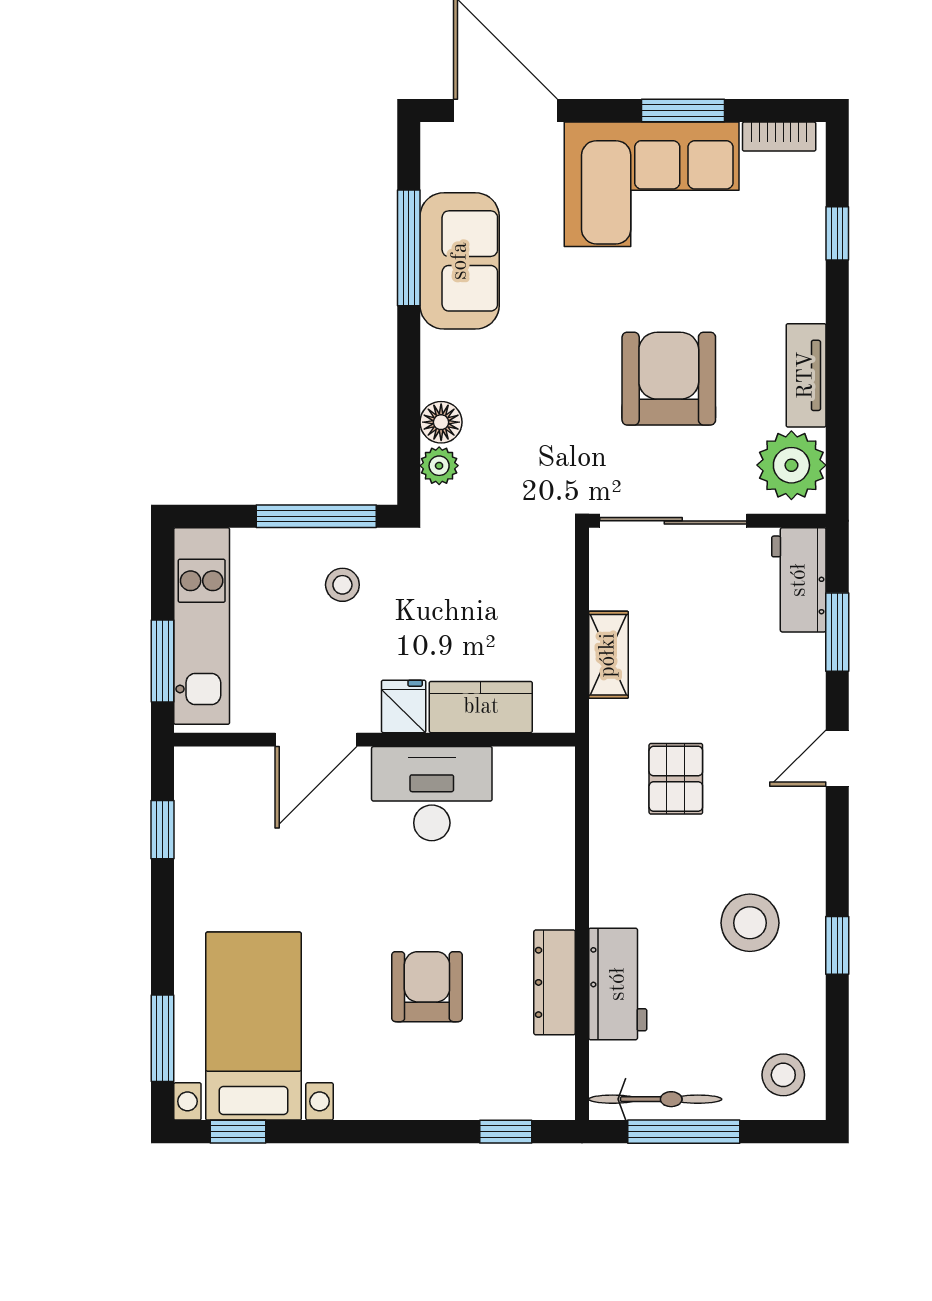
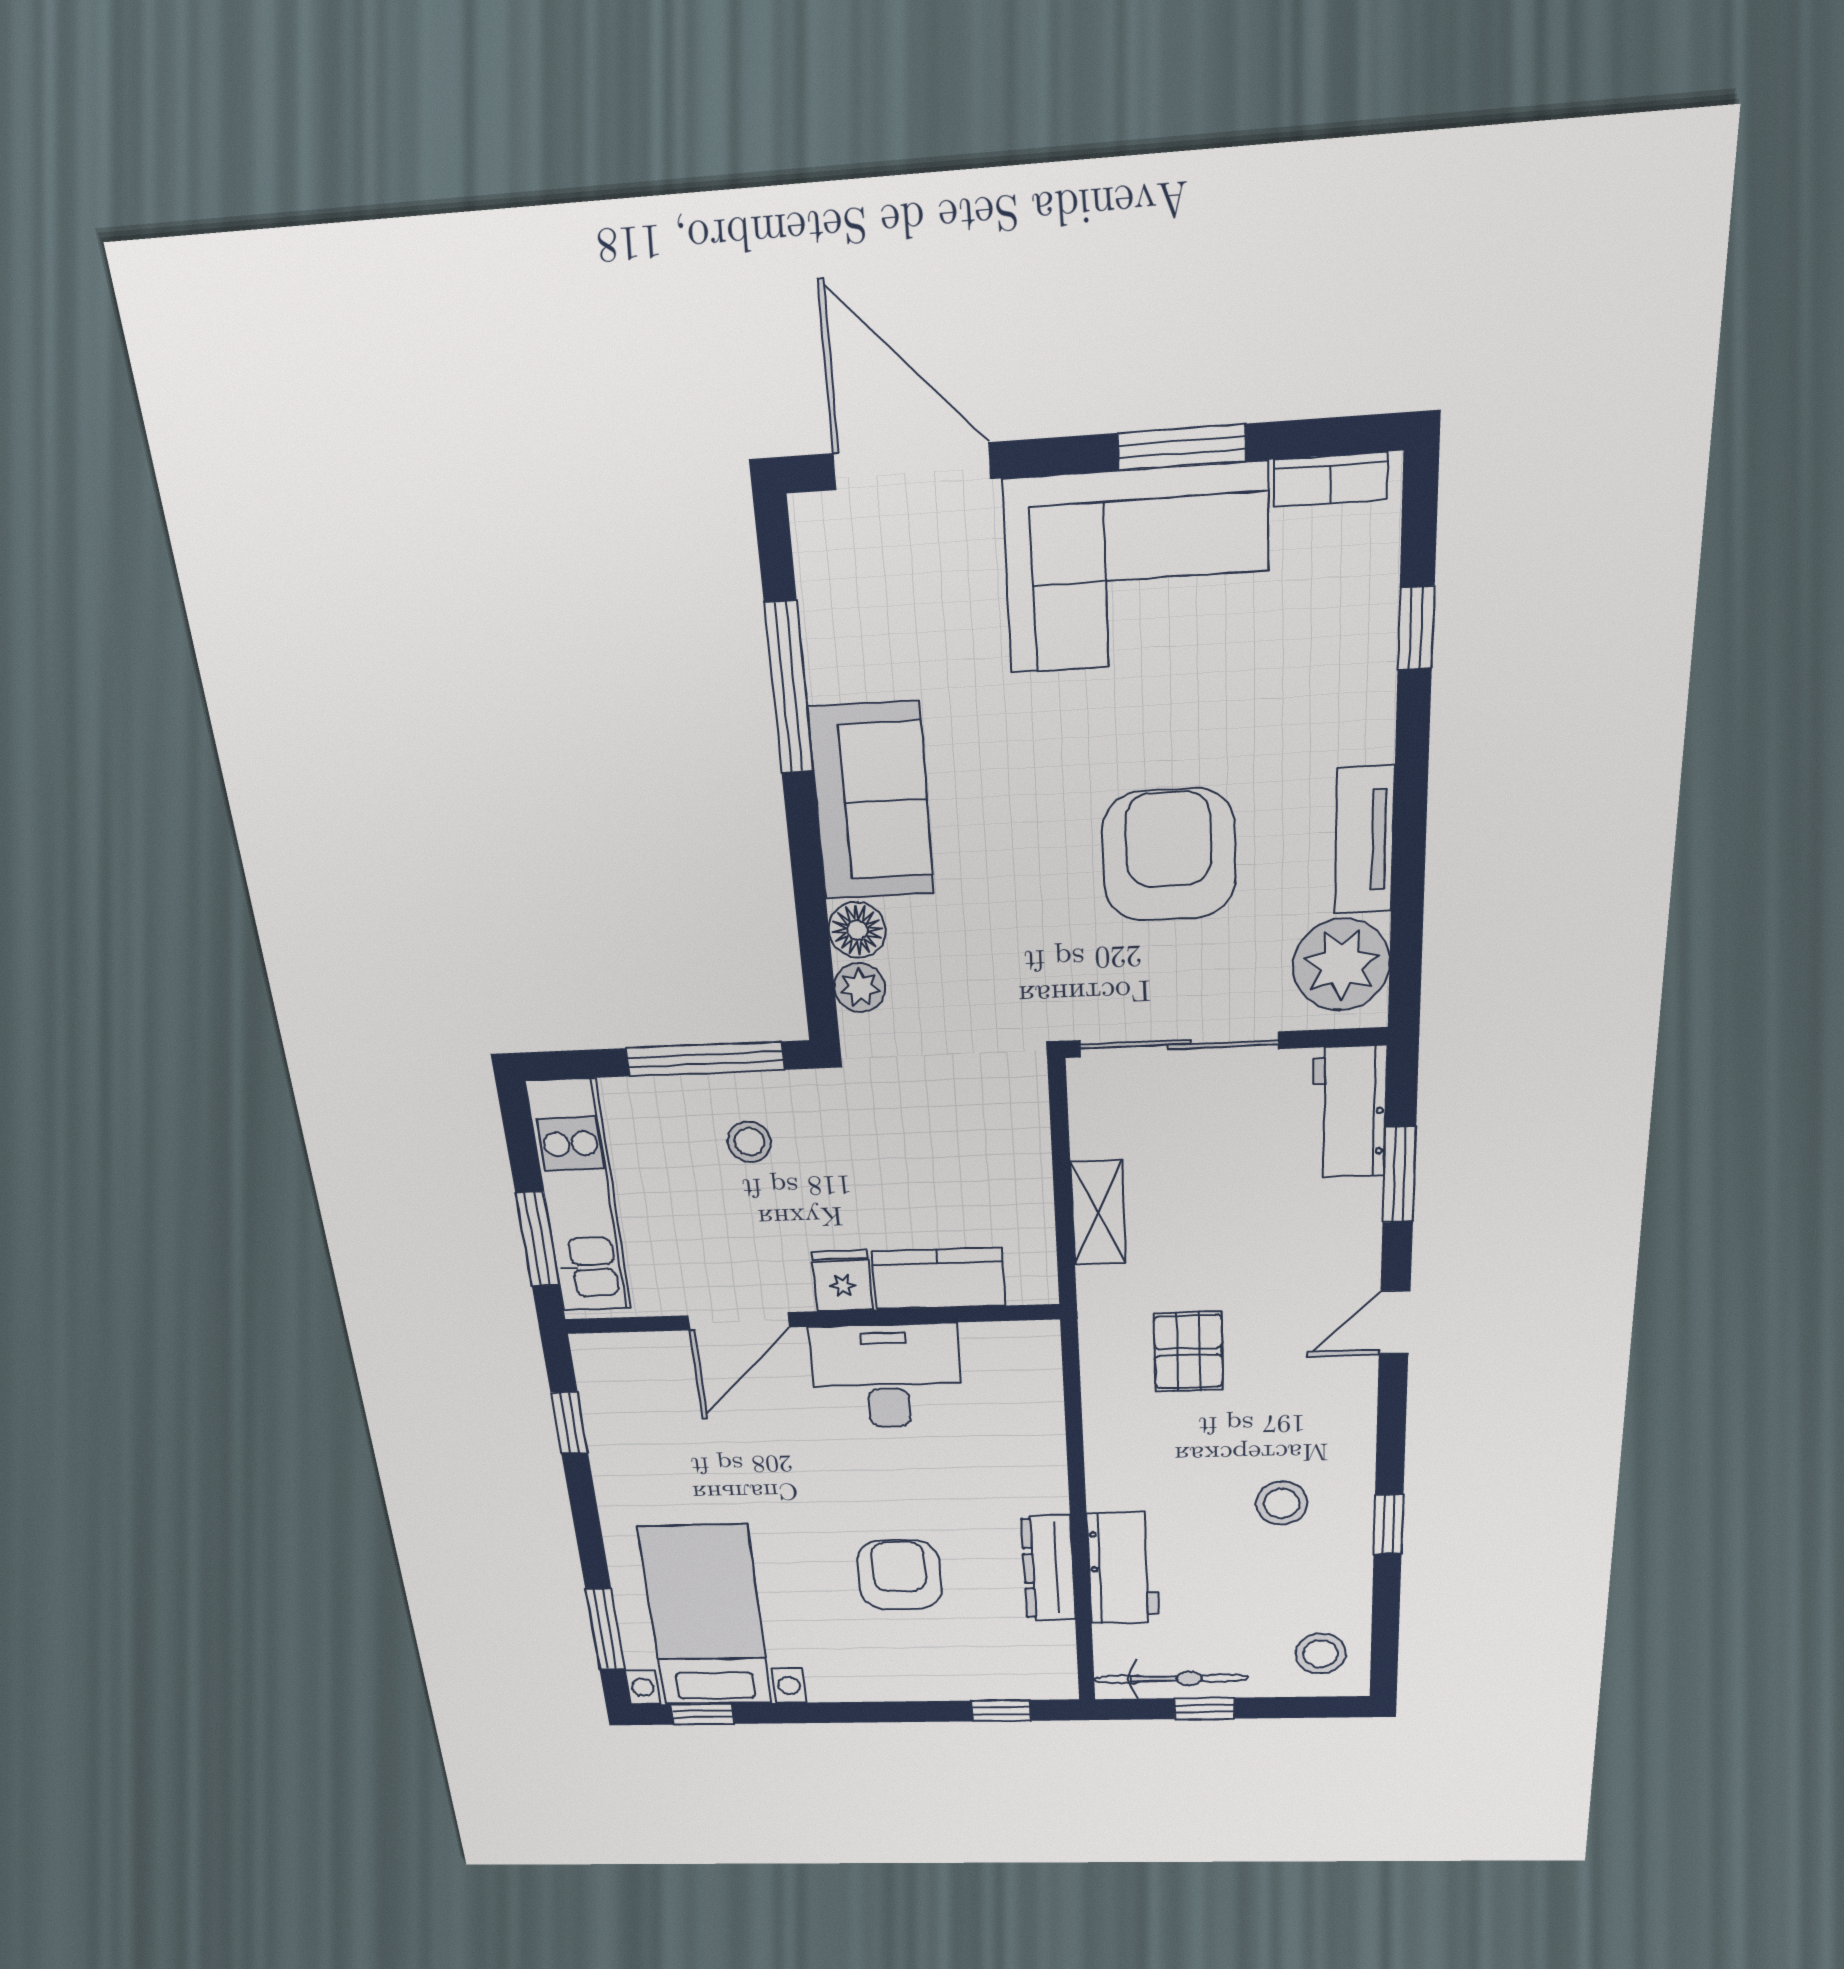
sofa: (460, 261) -> (871, 802), moved
stool: (750, 923) -> (1282, 1503), width x0.73, depth x0.73
window: (684, 1132) -> (1204, 1708), width x0.46

